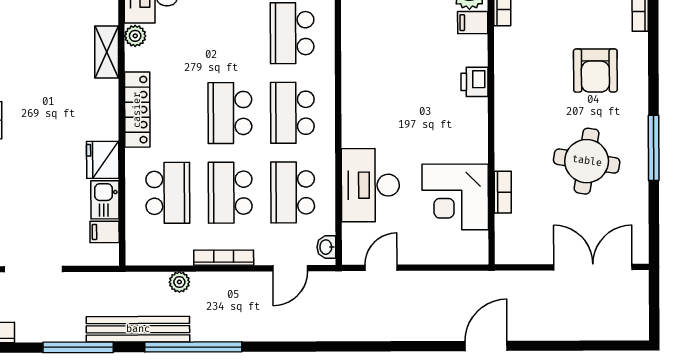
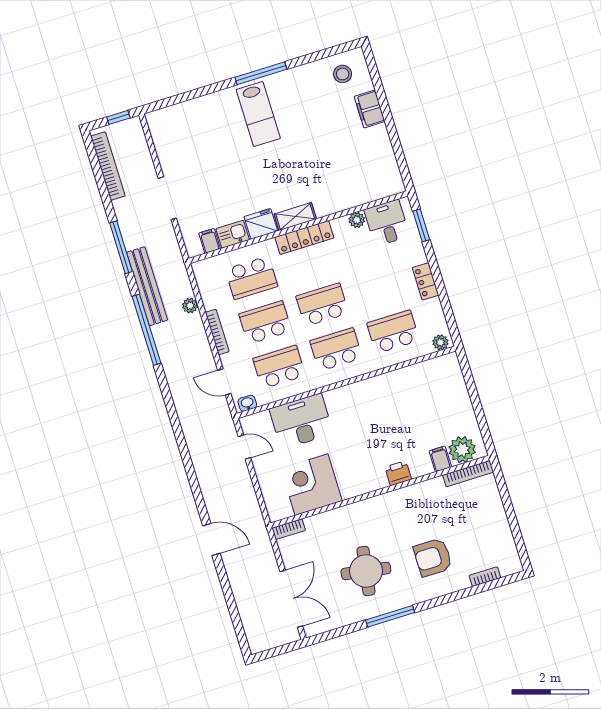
shelving: (107, 52) -> (295, 217), moved
bookcase: (503, 192) -> (289, 529), moved

